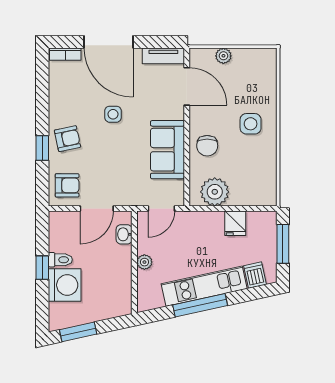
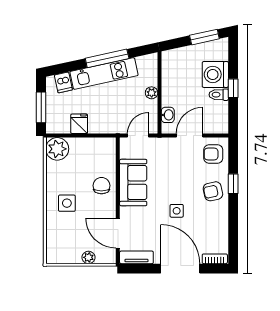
plant: (215, 192) -> (57, 149), moved

